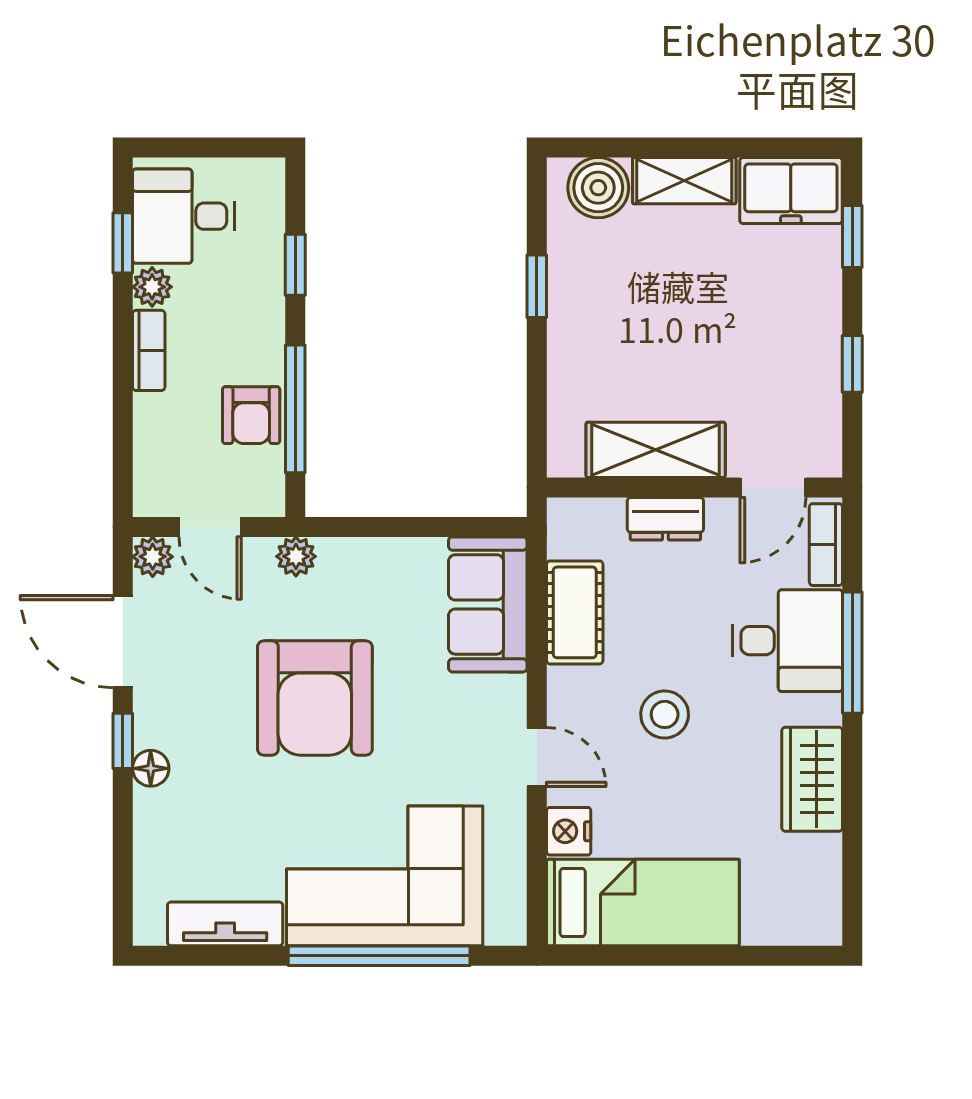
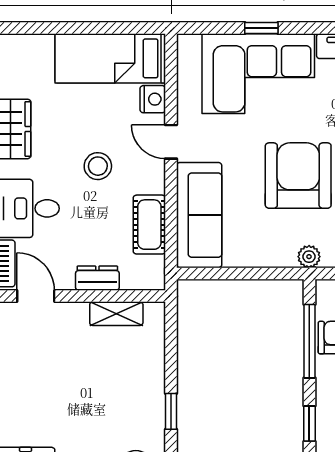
shelving: (656, 450) -> (116, 314), width x0.67, depth x0.75
door: (773, 487) -> (36, 296), hinge flipped
sofa: (488, 604) -> (199, 215), width x1.36
window: (379, 956) -> (261, 28), width x0.32

